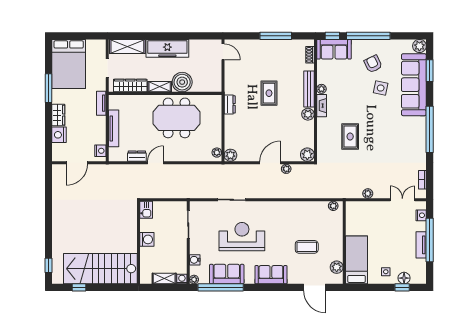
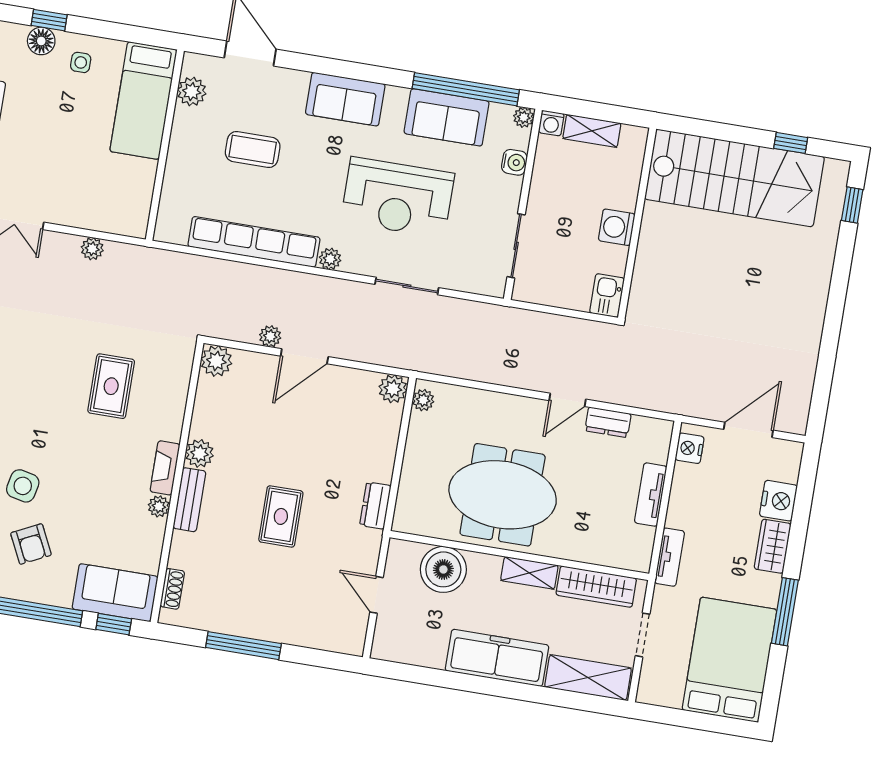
door: (223, 52) -> (377, 595), moved
boiler: (182, 82) -> (443, 569), moved
bench: (309, 89) -> (189, 500), width x0.73
tv unit: (114, 128) -> (651, 495), width x0.71
plant: (333, 206) -> (330, 259), moved
row of seats: (300, 208) -> (254, 242), added

